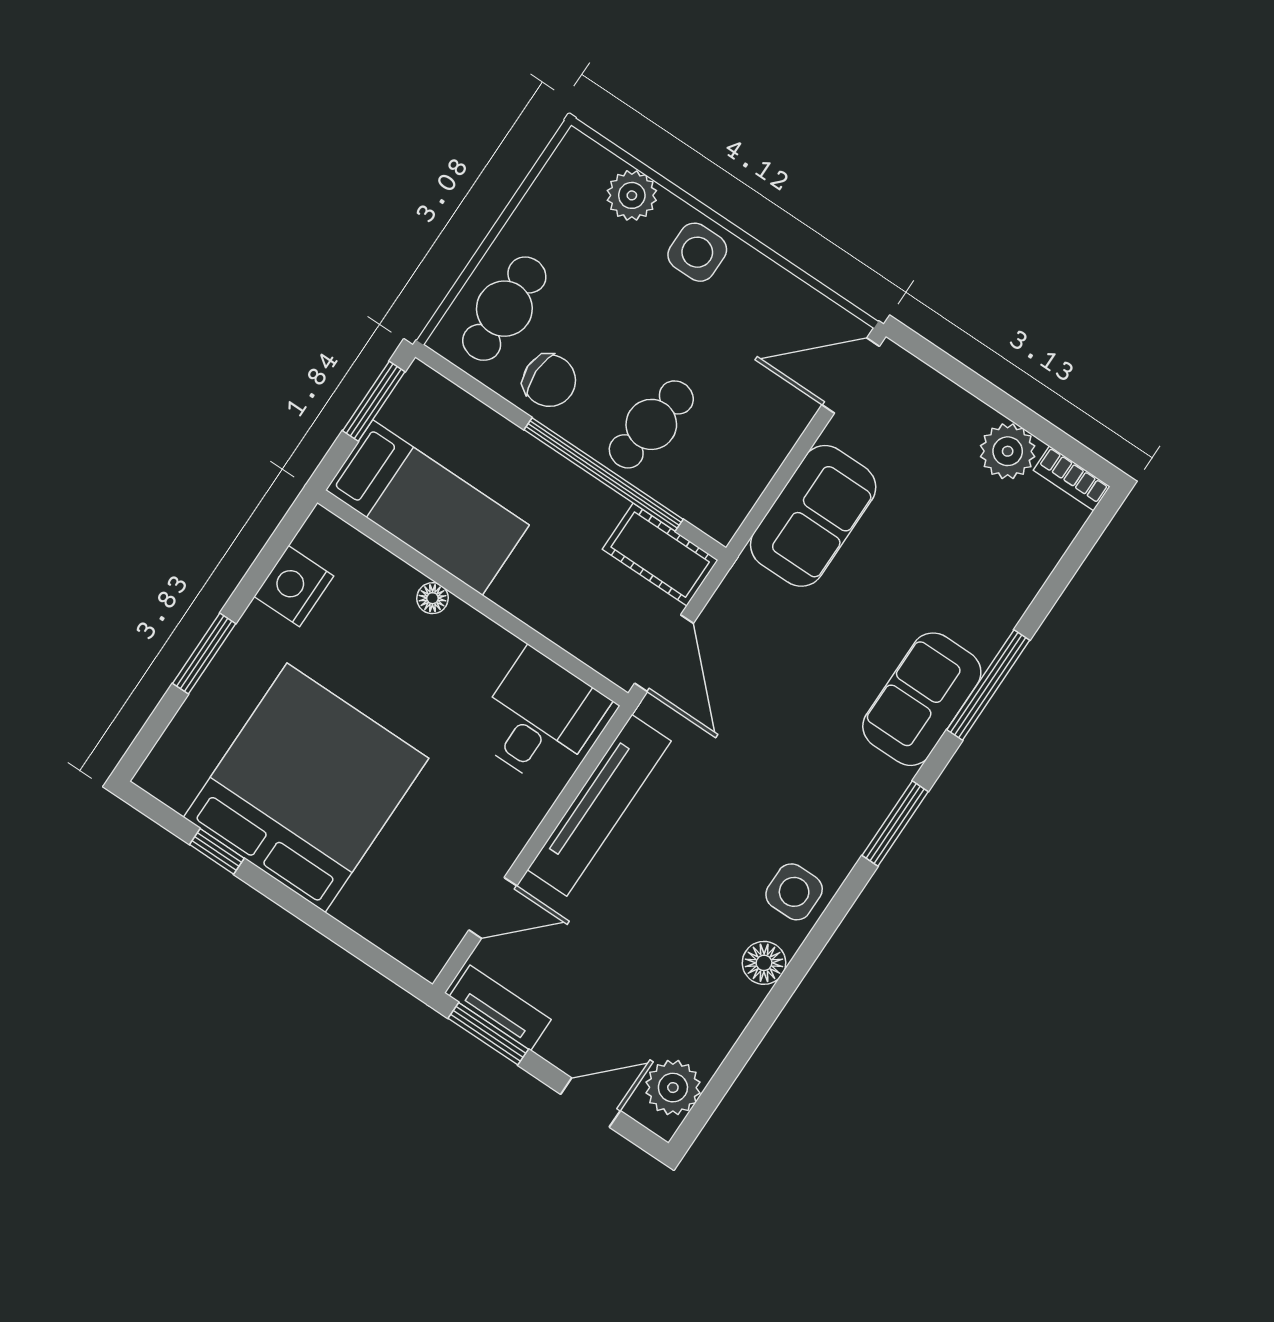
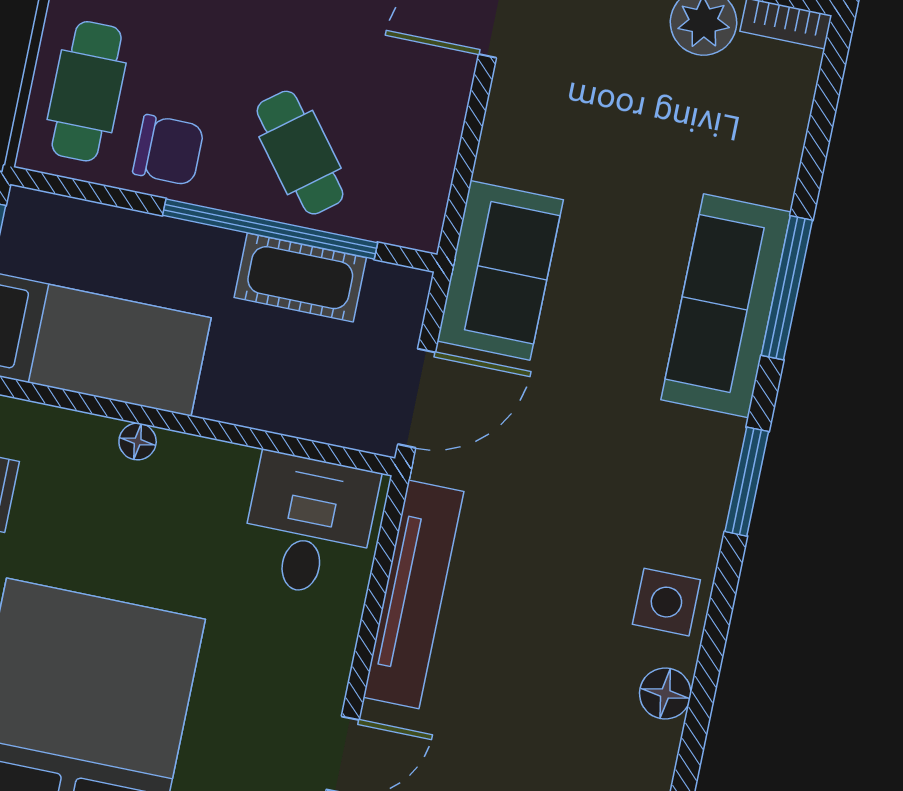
cafe table: (651, 424) -> (300, 153), turned -47
sofa: (813, 516) -> (500, 270), moved
cot: (660, 555) -> (300, 278), moved
door: (664, 653) -> (417, 398), hinge flipped
sofa: (922, 699) -> (726, 306), width x1.36

